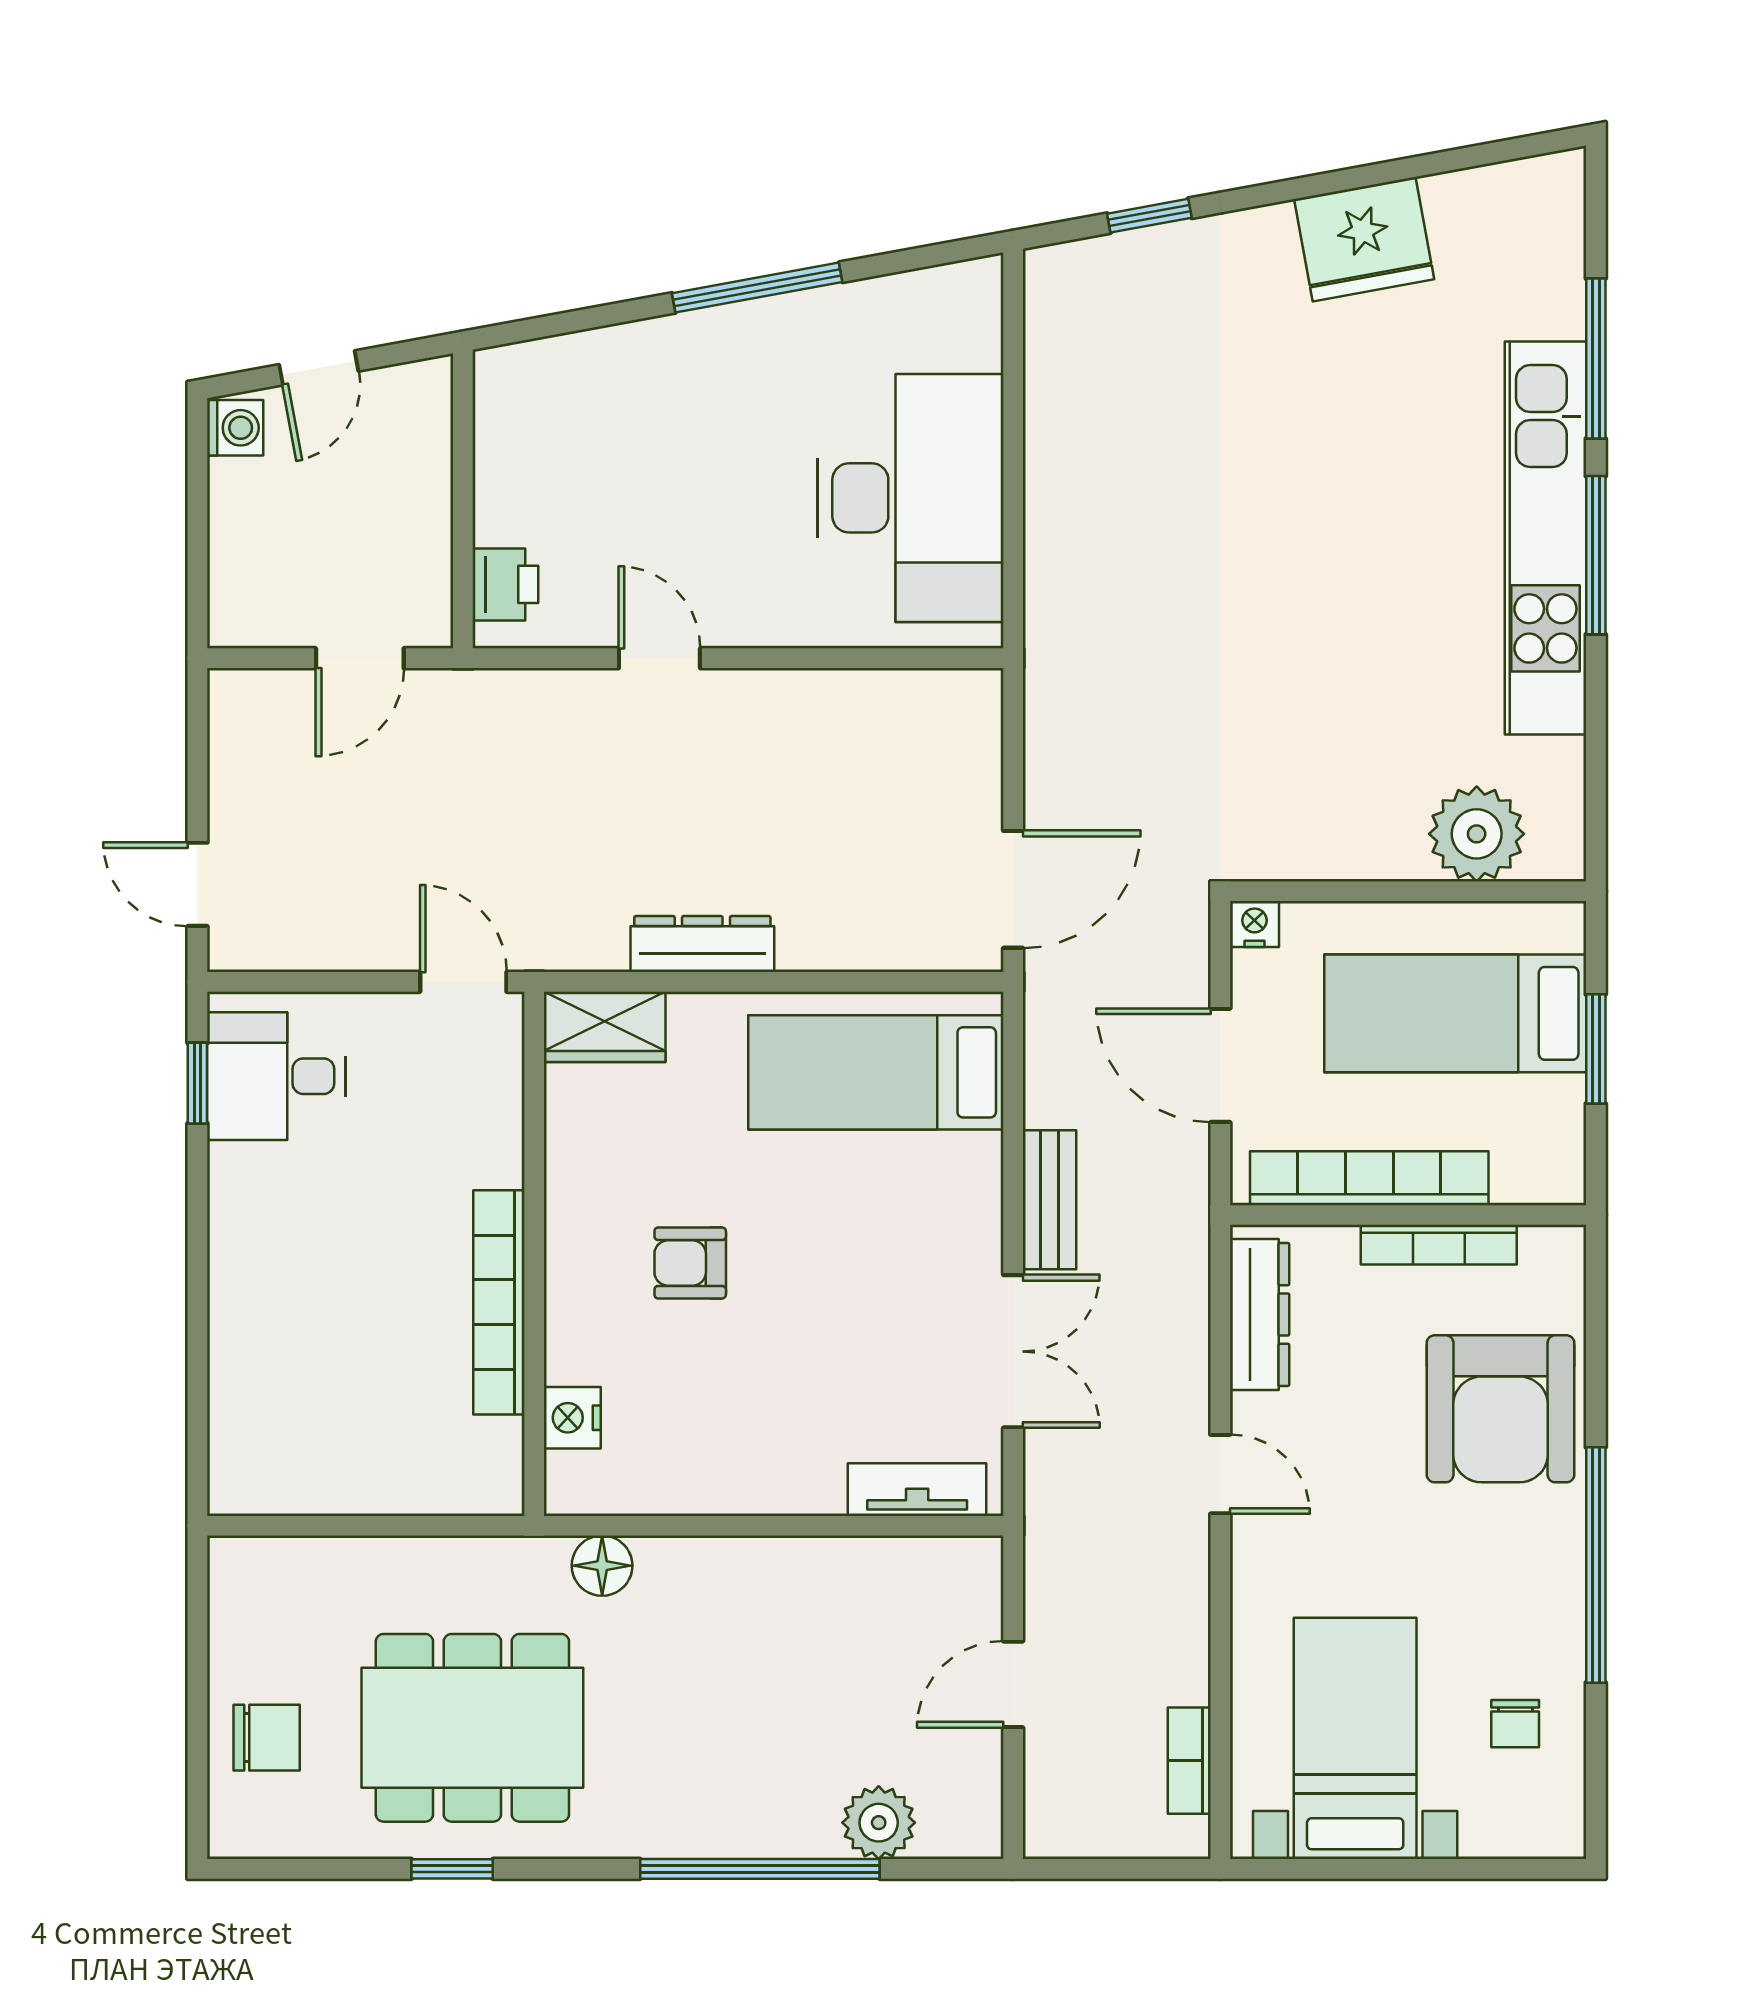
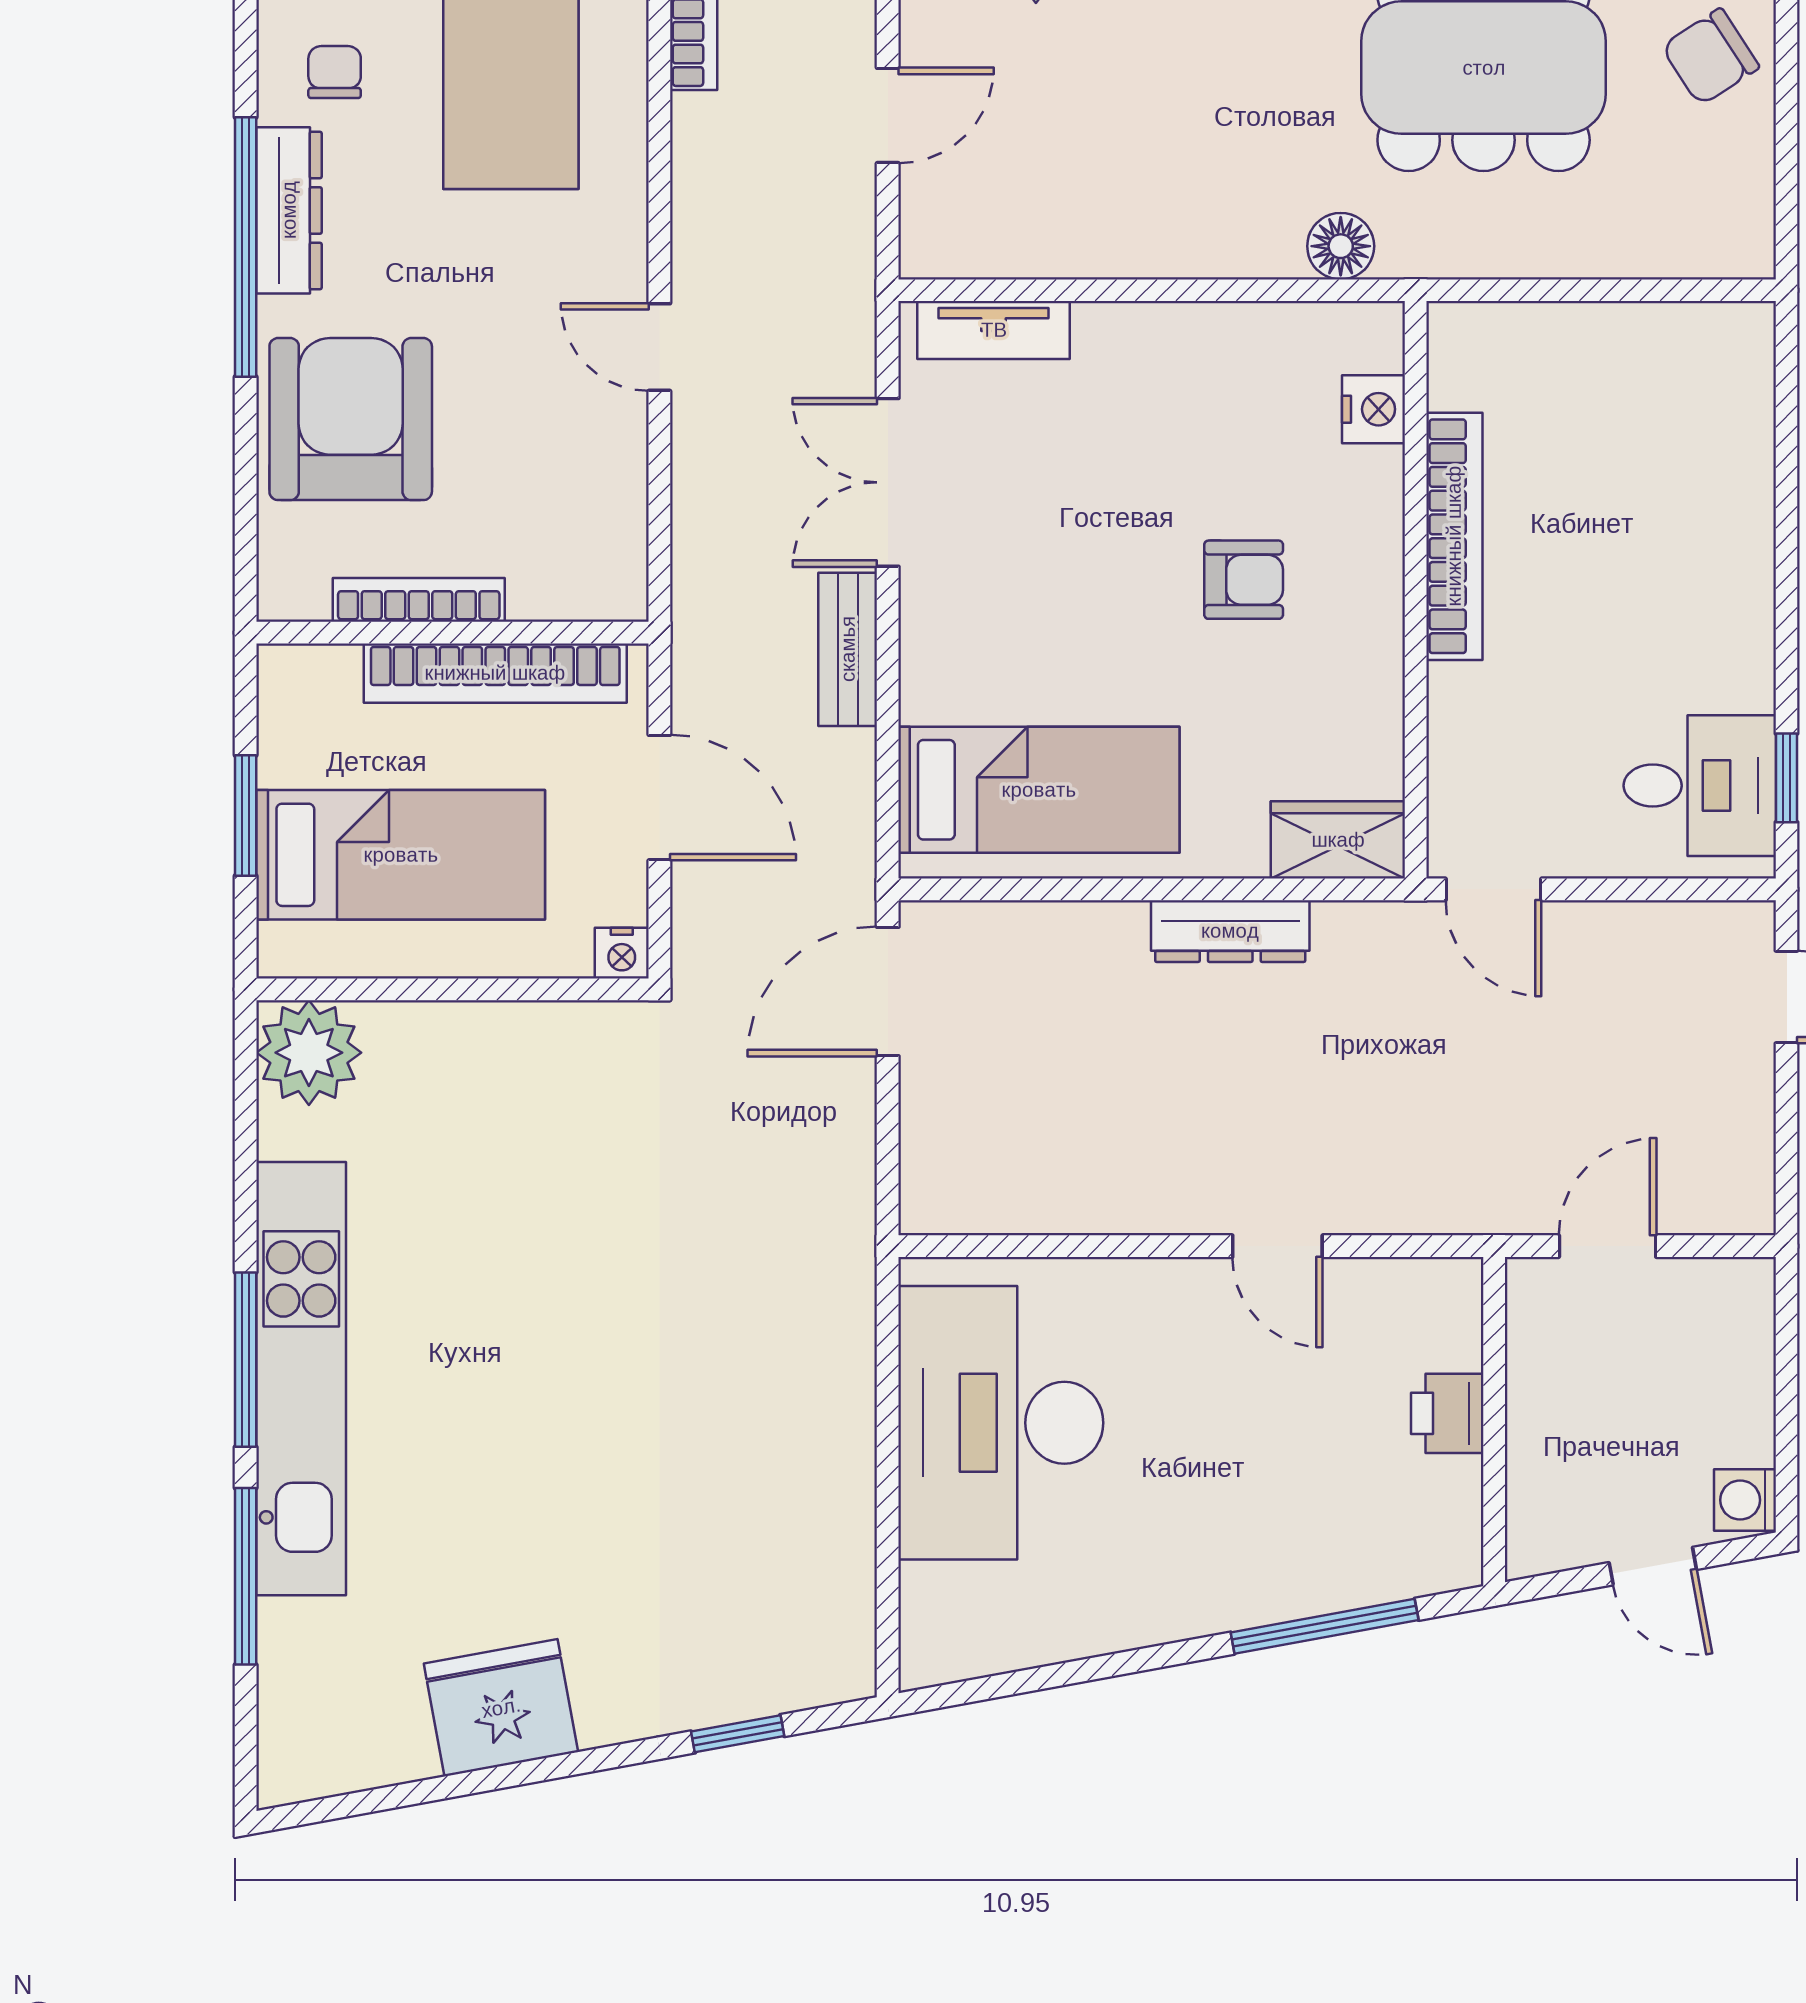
window: (757, 288) -> (1325, 1626), moved
door: (319, 368) -> (1653, 1566), swing flipped
printer: (505, 584) -> (1447, 1413), moved
plant: (1477, 834) -> (309, 1053), moved
dresser: (1260, 1314) -> (289, 210), moved, turned 180
chair: (267, 1738) -> (1710, 57), turned -33

